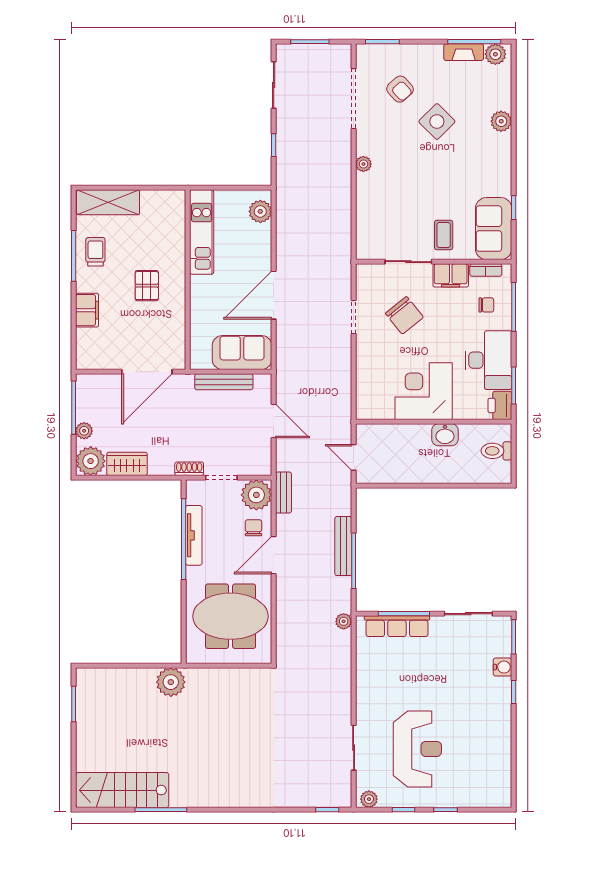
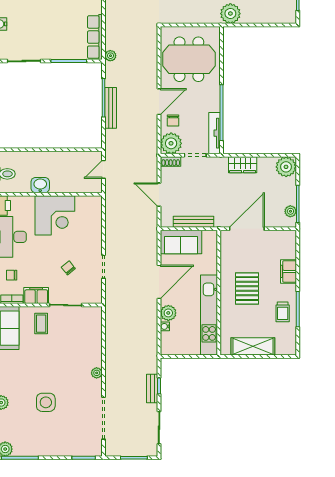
fireplace: (464, 52) -> (27, 450), removed
armchair: (400, 89) -> (71, 425), removed
side table: (437, 122) -> (46, 402), turned 45
shelving: (108, 202) -> (253, 346), moved
plant: (260, 211) -> (168, 313), moved
water cooler: (265, 231) -> (165, 326), added
kitchen unit: (202, 232) -> (209, 315), width x1.36
pallet: (147, 286) -> (247, 289), width x1.50, depth x1.42
chair: (404, 315) -> (68, 268), width x0.54, depth x0.54
plant: (84, 431) -> (290, 211), moved
door: (354, 457) -> (104, 169), swing flipped
wardrobe: (127, 464) -> (243, 165), moved
shoe rack: (189, 469) -> (171, 162), moved
bench: (283, 492) -> (152, 389), moved
tv unit: (194, 535) -> (214, 133), moved
row of seats: (397, 626) -> (95, 37), moved, turned -90

